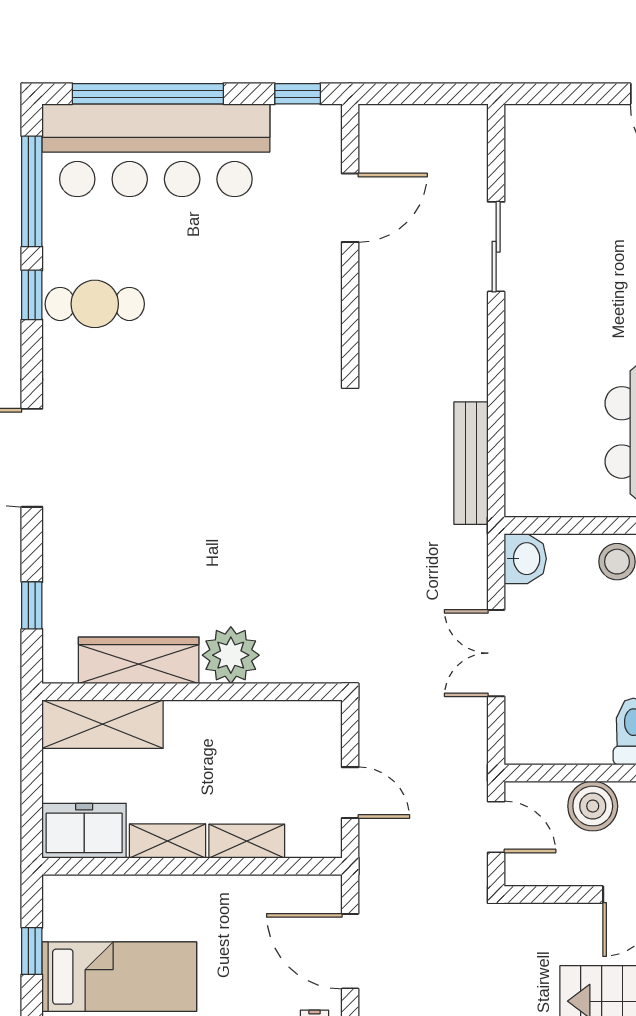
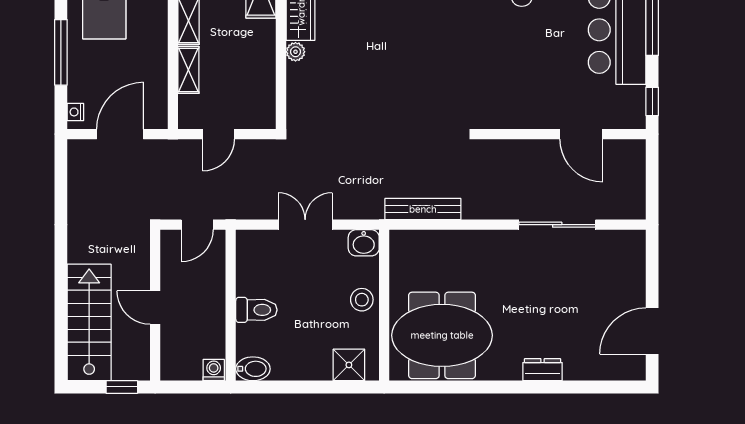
sliding door: (496, 247) -> (557, 225), width x1.37
plant: (231, 655) -> (296, 52), width x0.53, depth x0.53
boiler: (593, 806) -> (210, 285), removed

